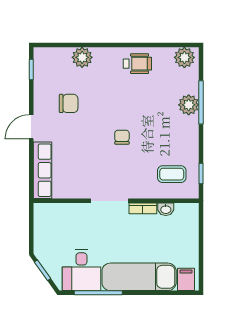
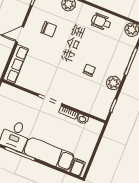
wheelchair: (137, 64) -> (101, 22), turned 180
plant: (189, 105) -> (113, 83), moved
chair: (122, 137) -> (89, 70), moved
coffee table: (172, 174) -> (95, 99), removed

